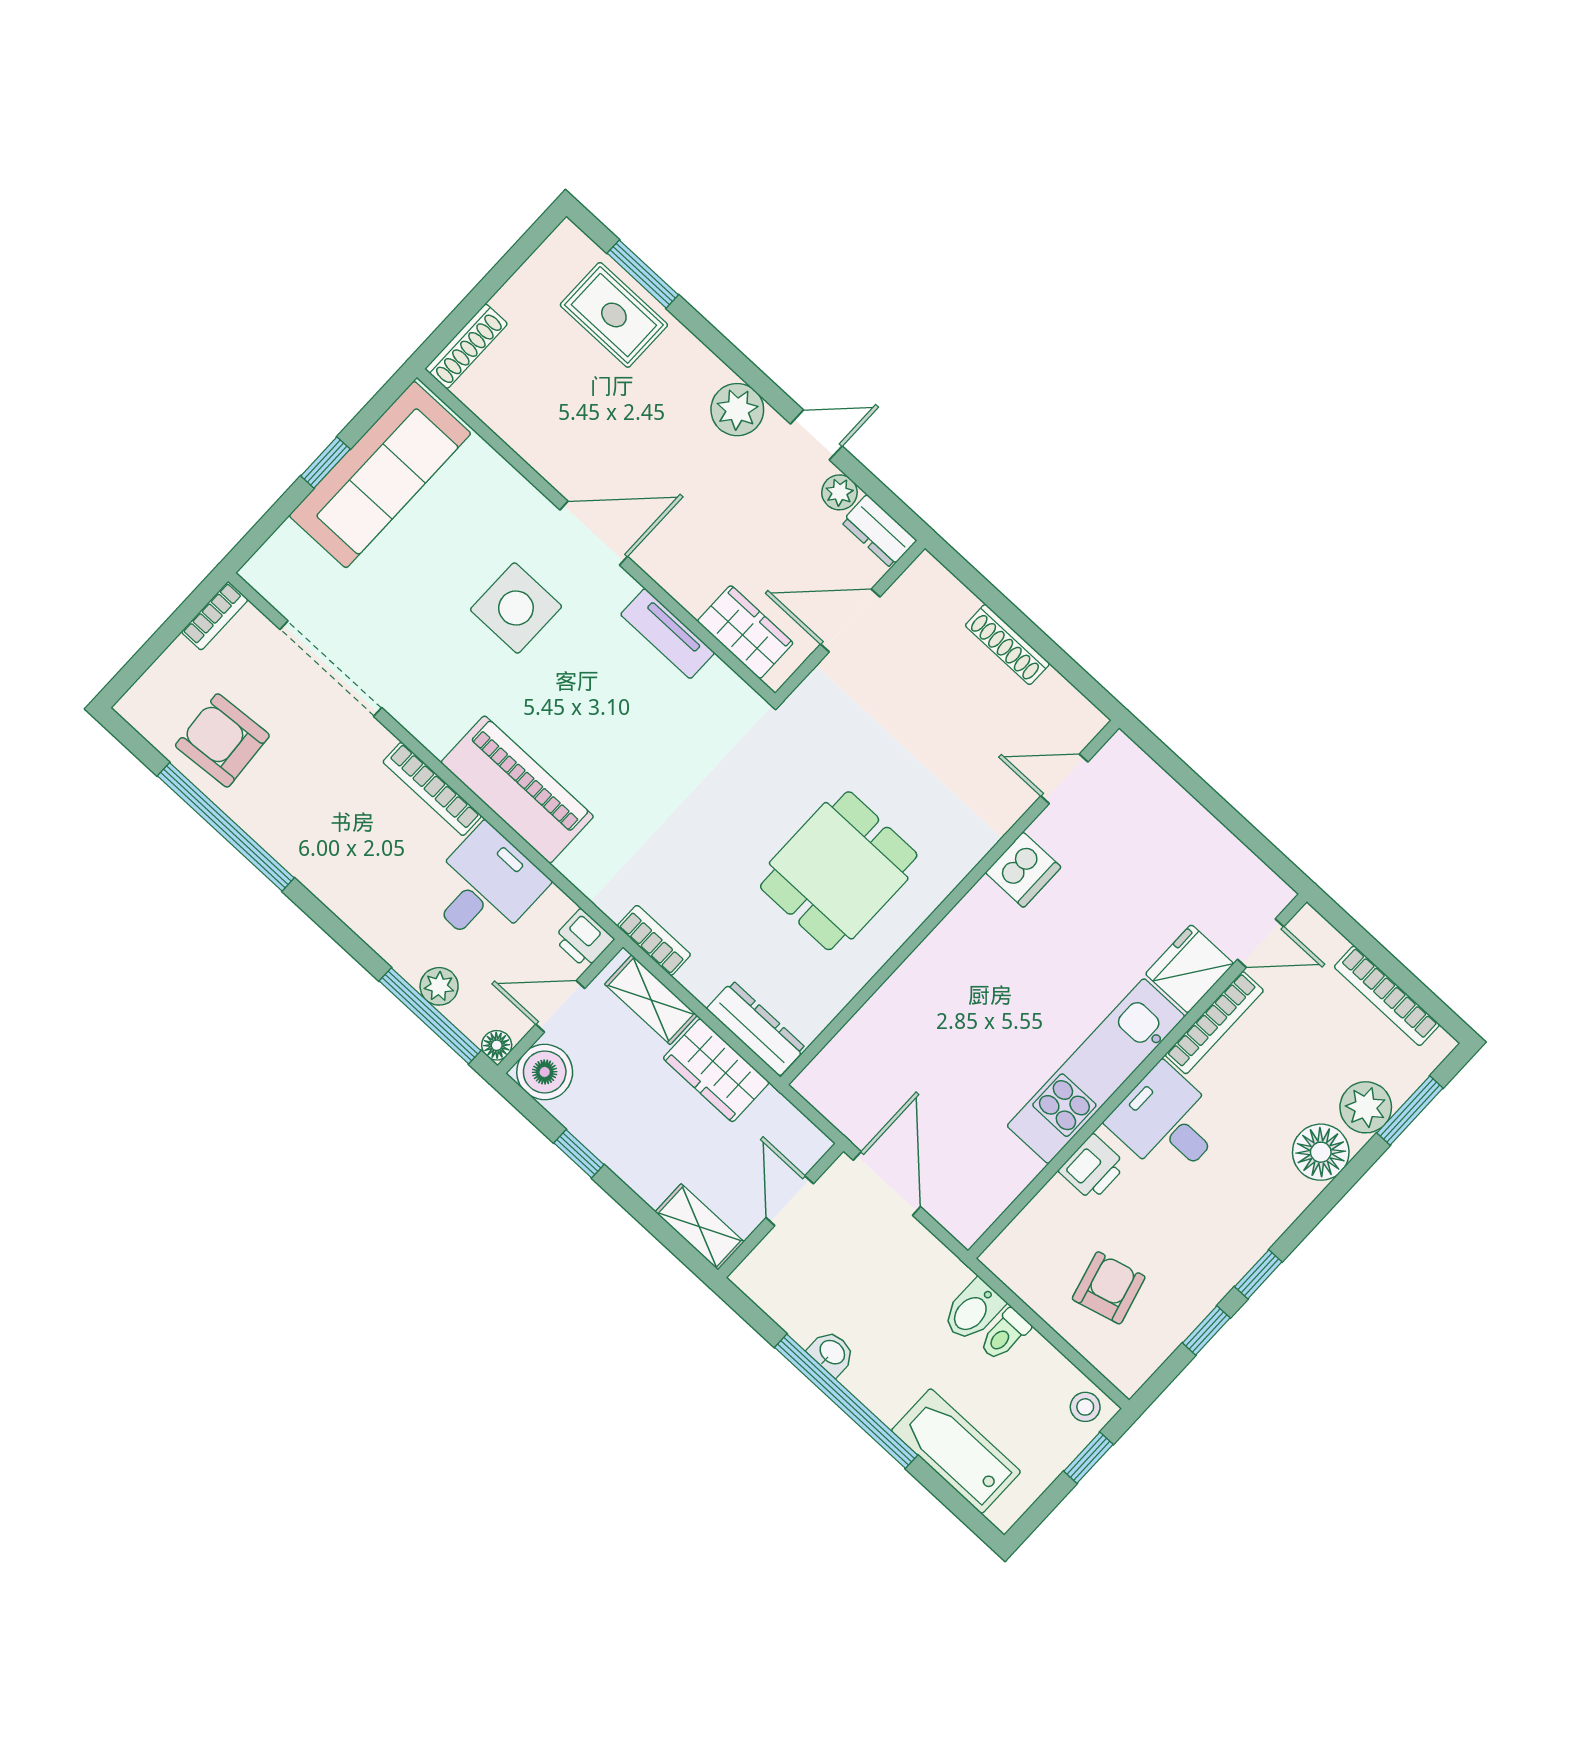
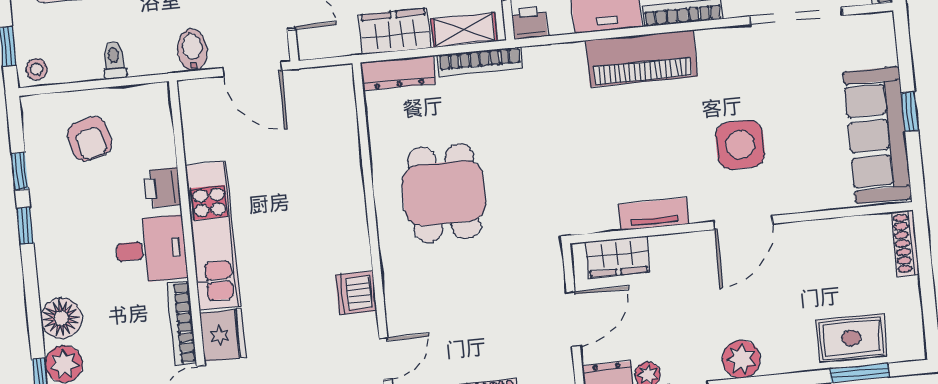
bookcase: (654, 940) -> (480, 62), width x1.56
bidet: (973, 1311) -> (192, 50), moved

